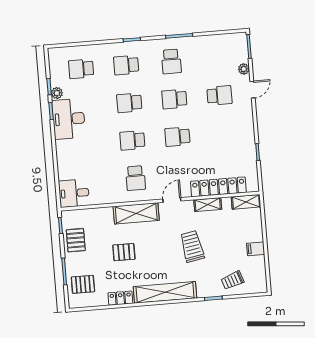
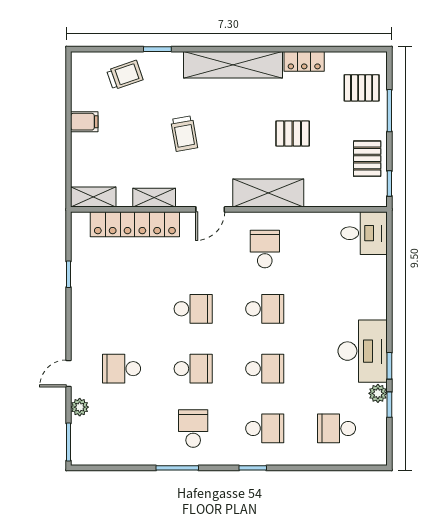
school desk: (81, 69) -> (336, 428), turned 180
trolley: (192, 246) -> (184, 134), width x0.73, depth x0.72

